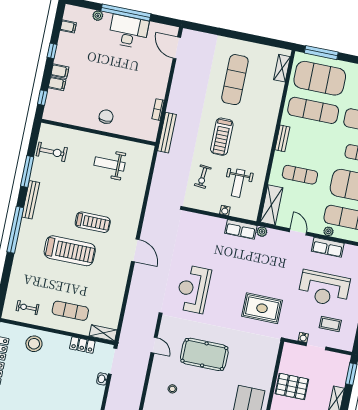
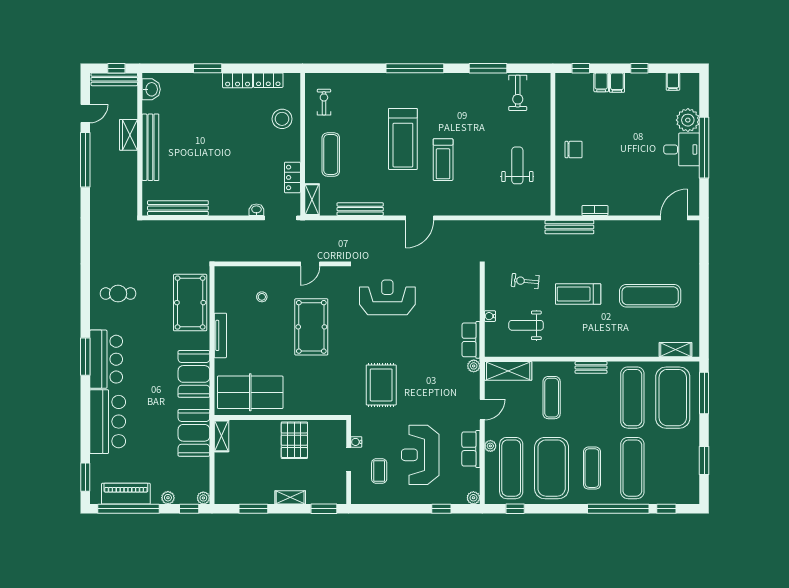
plant: (98, 16) -> (688, 120), width x1.88, depth x1.88
desk: (129, 32) -> (682, 149), width x0.73
bench: (31, 200) -> (360, 209), moved

